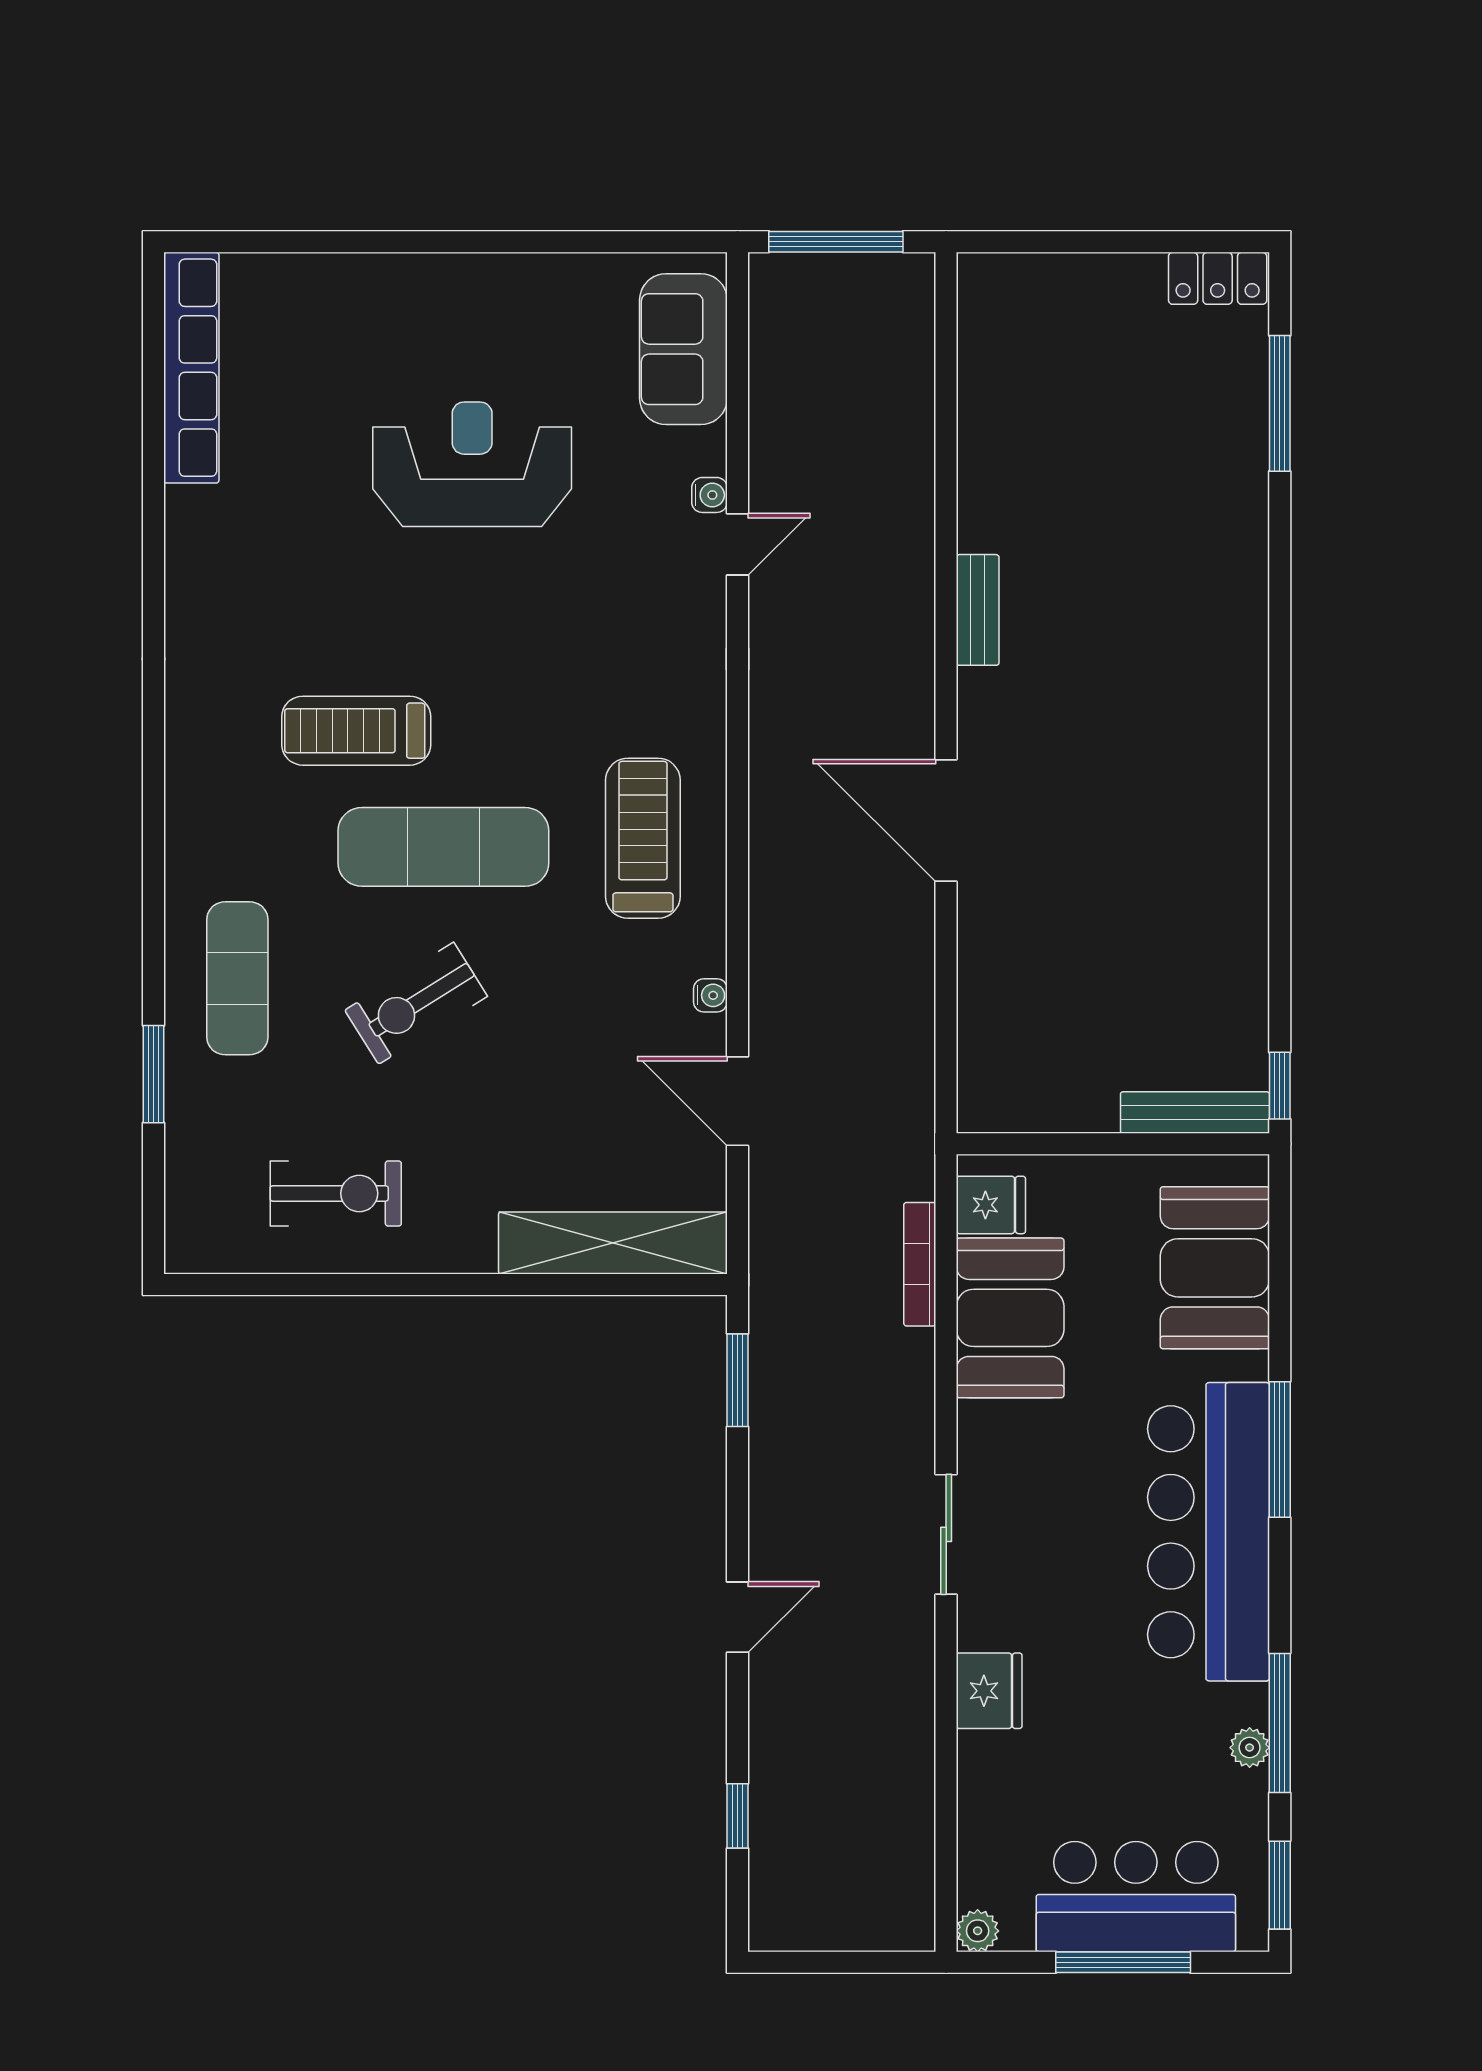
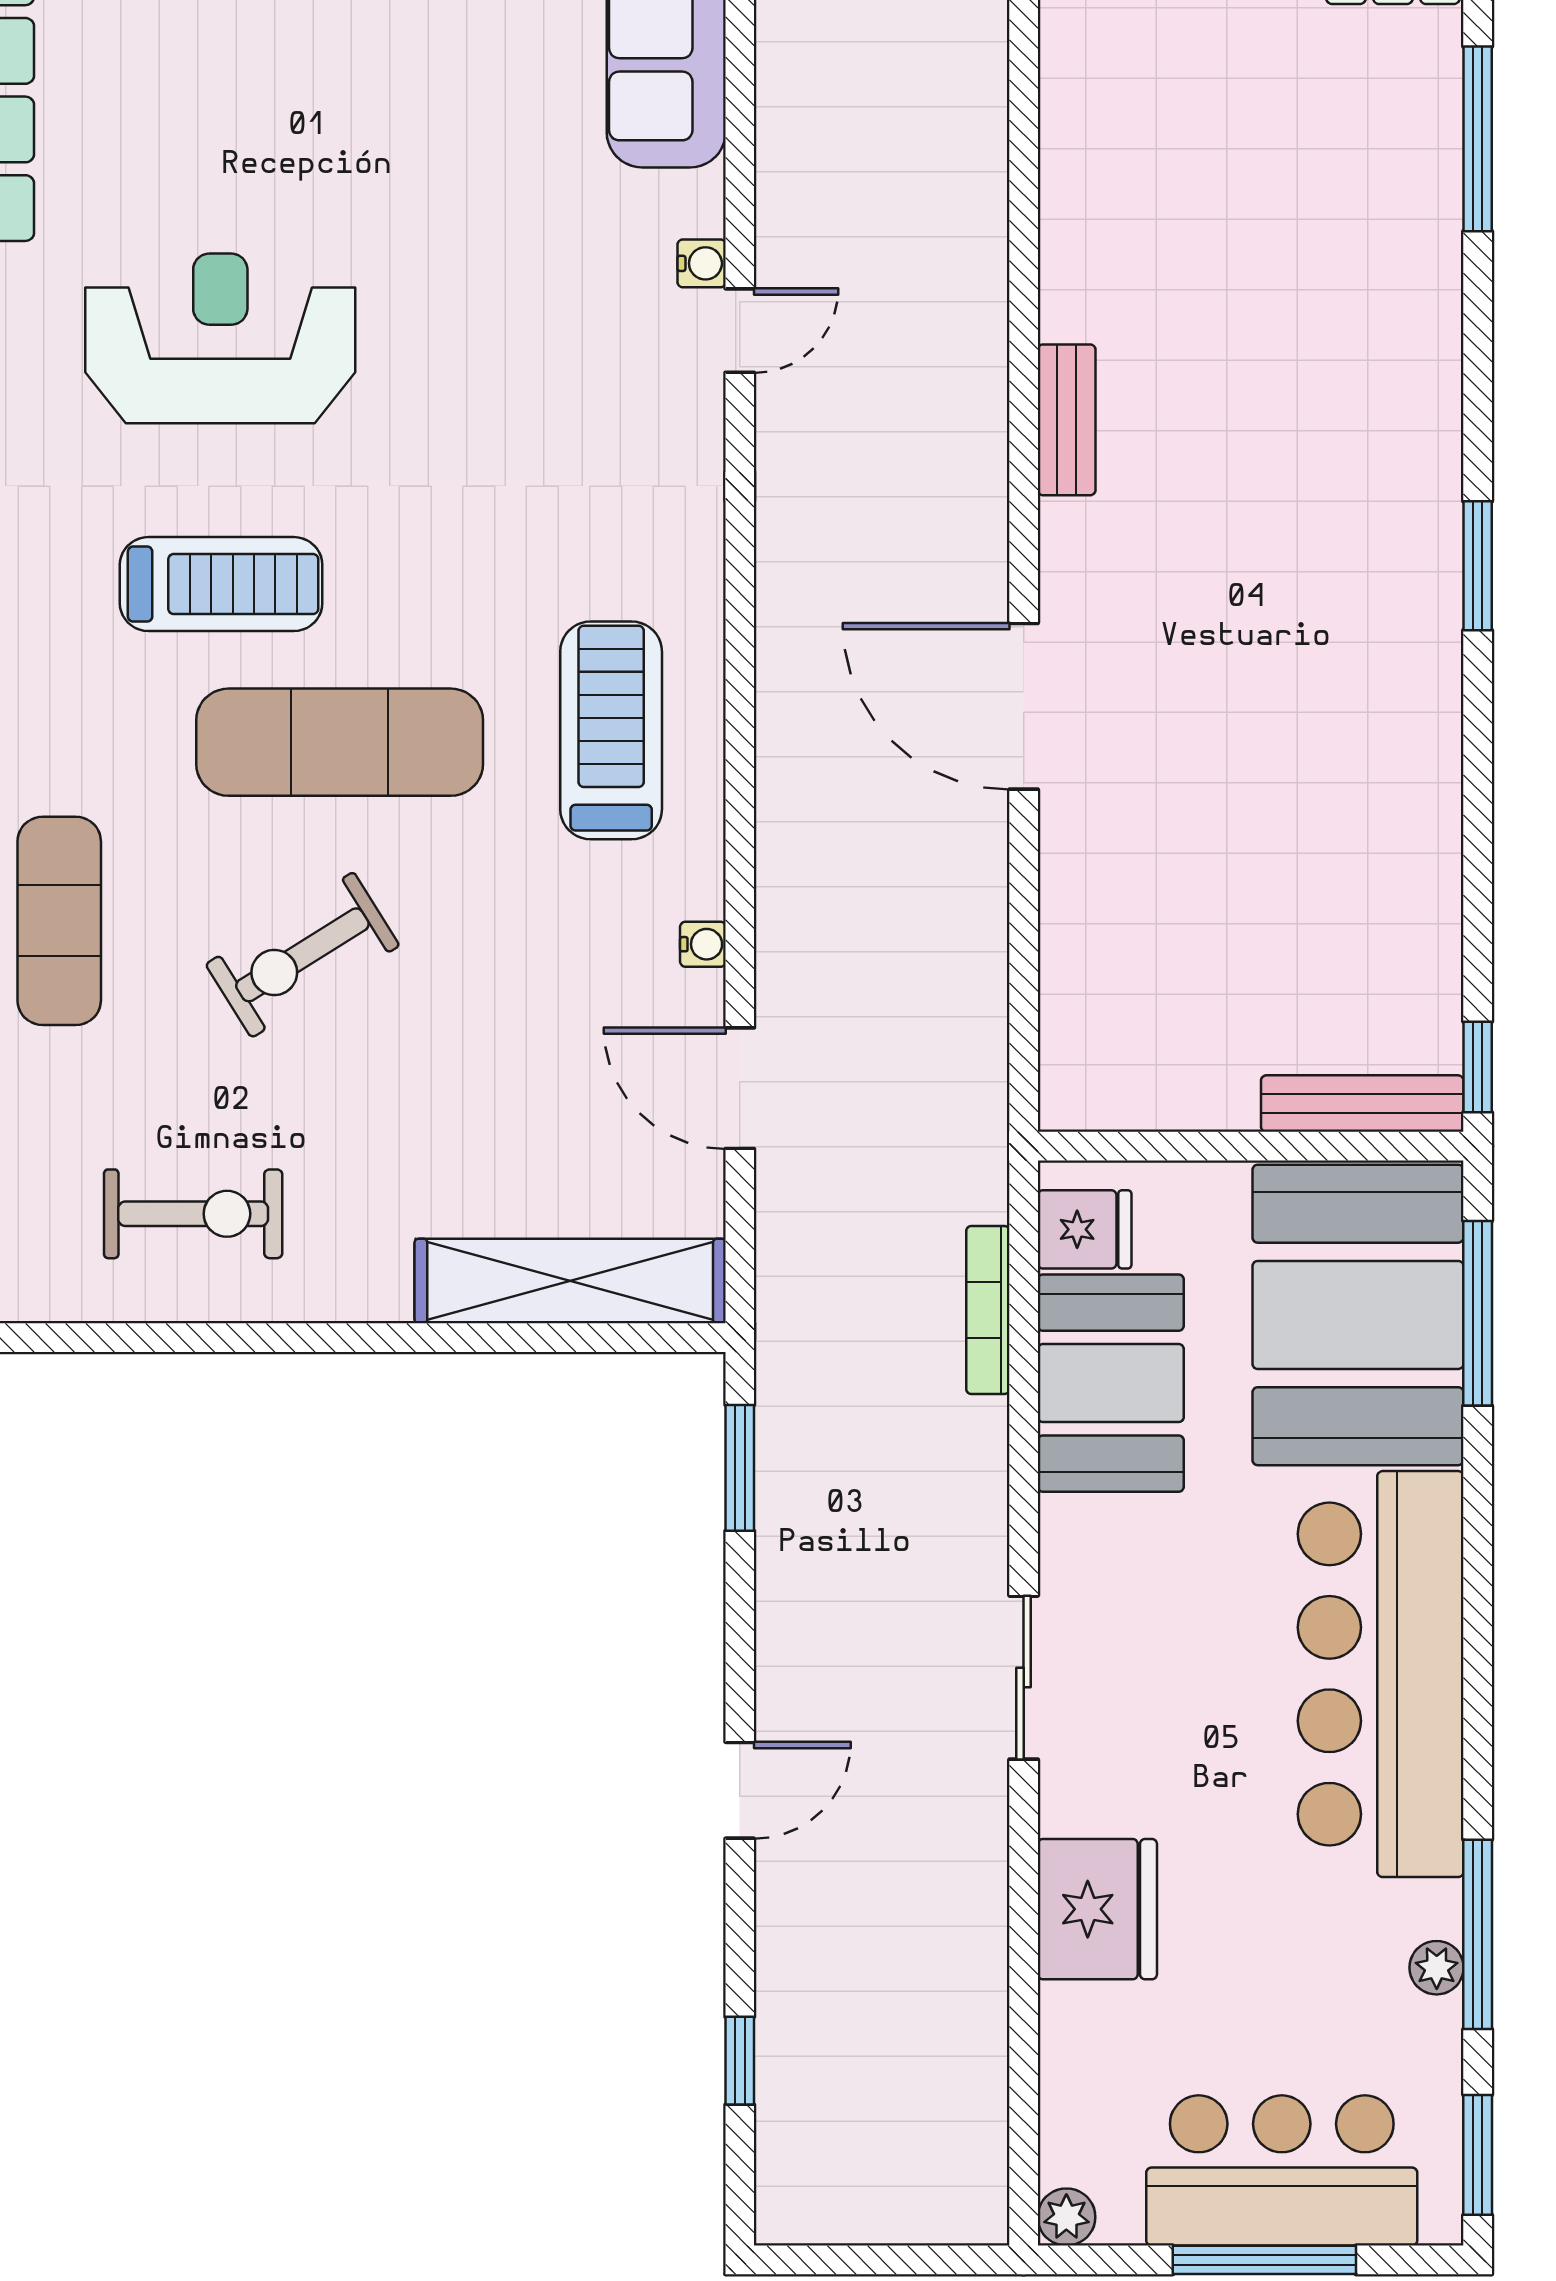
reception desk: (472, 464) -> (220, 338), moved
window: (1280, 717) -> (1478, 566), added
treadmill: (356, 731) -> (221, 584), turned 180
booth: (1215, 1268) -> (1358, 1315), width x1.36, depth x1.42
window: (1280, 1450) -> (1478, 1313), moved
fridge: (989, 1691) -> (1097, 1909), width x1.36, depth x1.34

